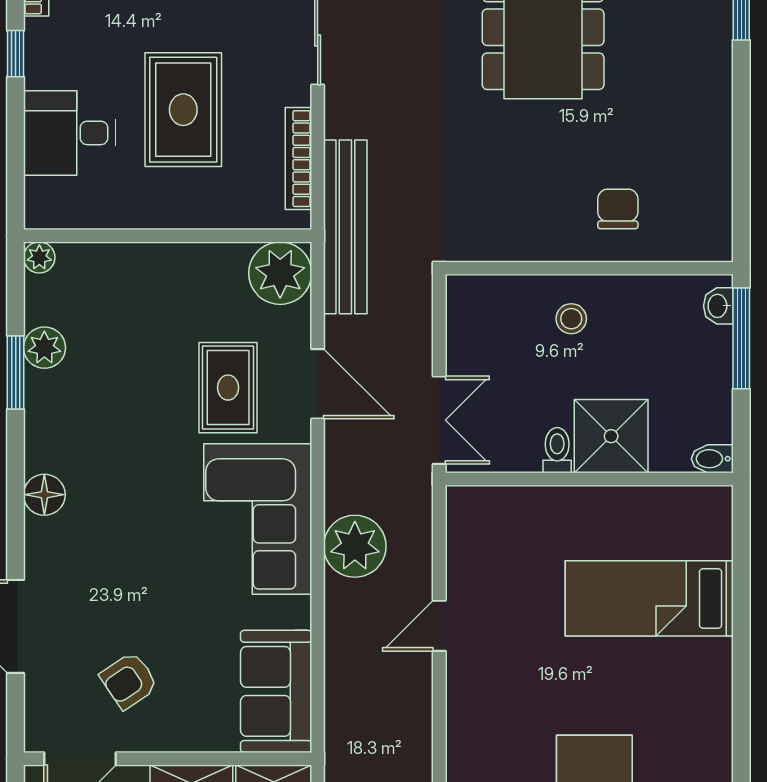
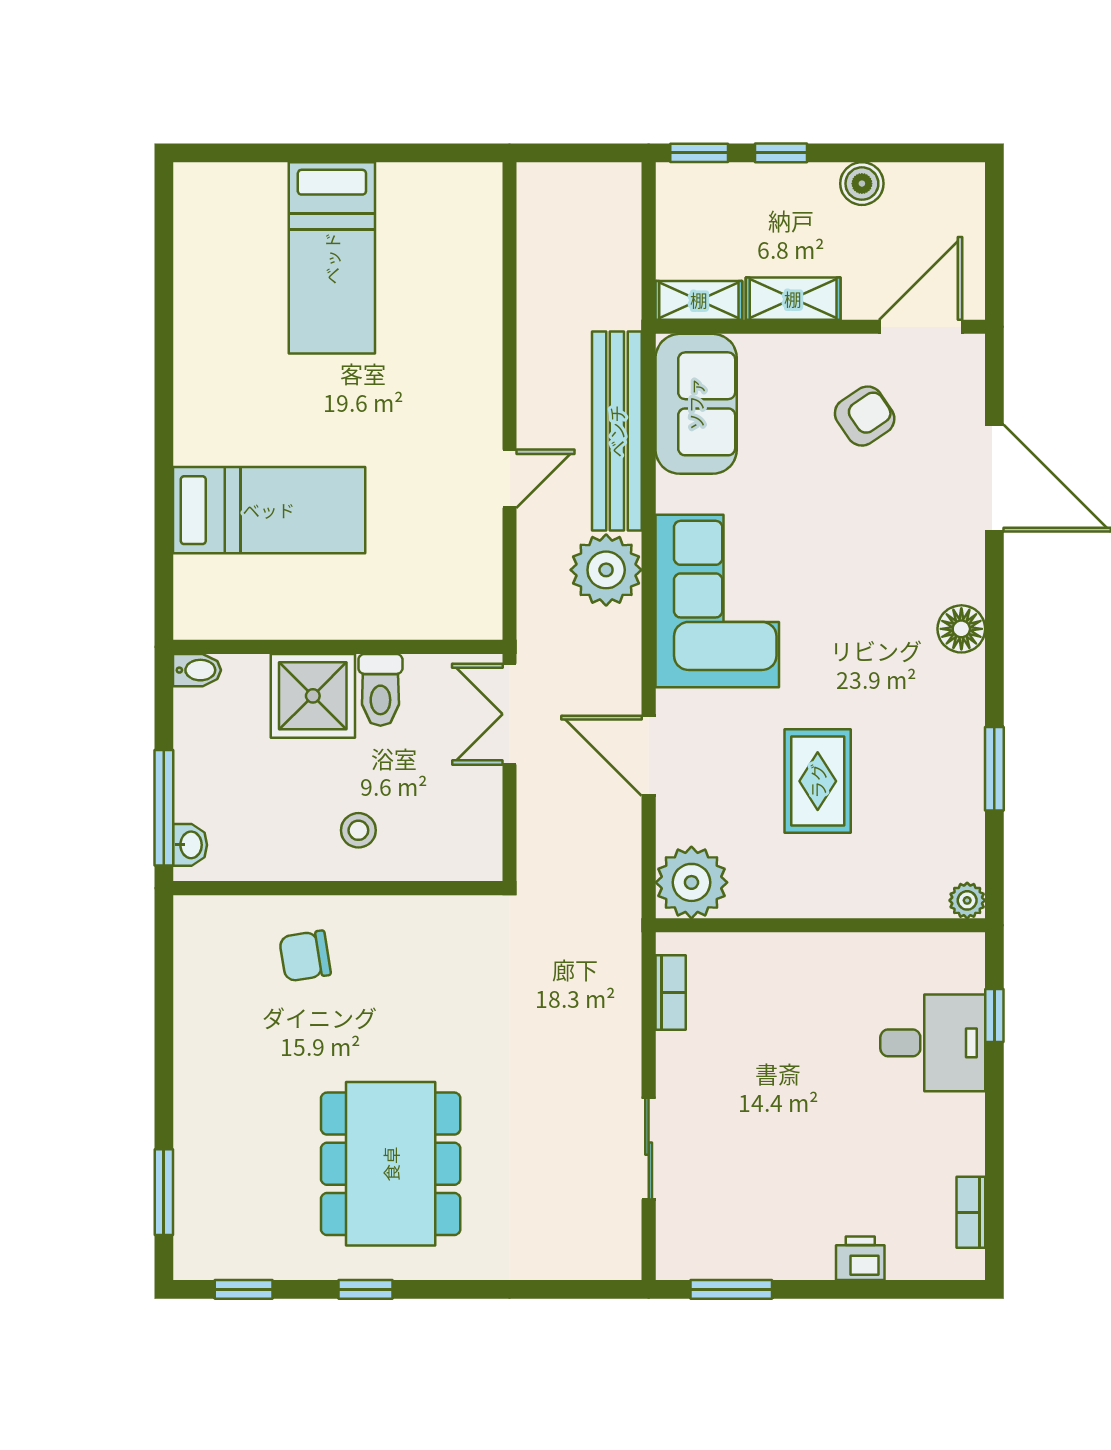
window: (16, 54) -> (994, 1015), moved
rug: (183, 110) -> (802, 1069), removed
bookcase: (298, 159) -> (671, 993), width x0.64
chair: (618, 209) -> (305, 956), turned 81
bench: (345, 227) -> (617, 431), moved
plant: (44, 348) -> (961, 797), removed
rug: (228, 388) -> (818, 781), moved
toilet: (557, 450) -> (380, 690), width x1.37, depth x1.39

